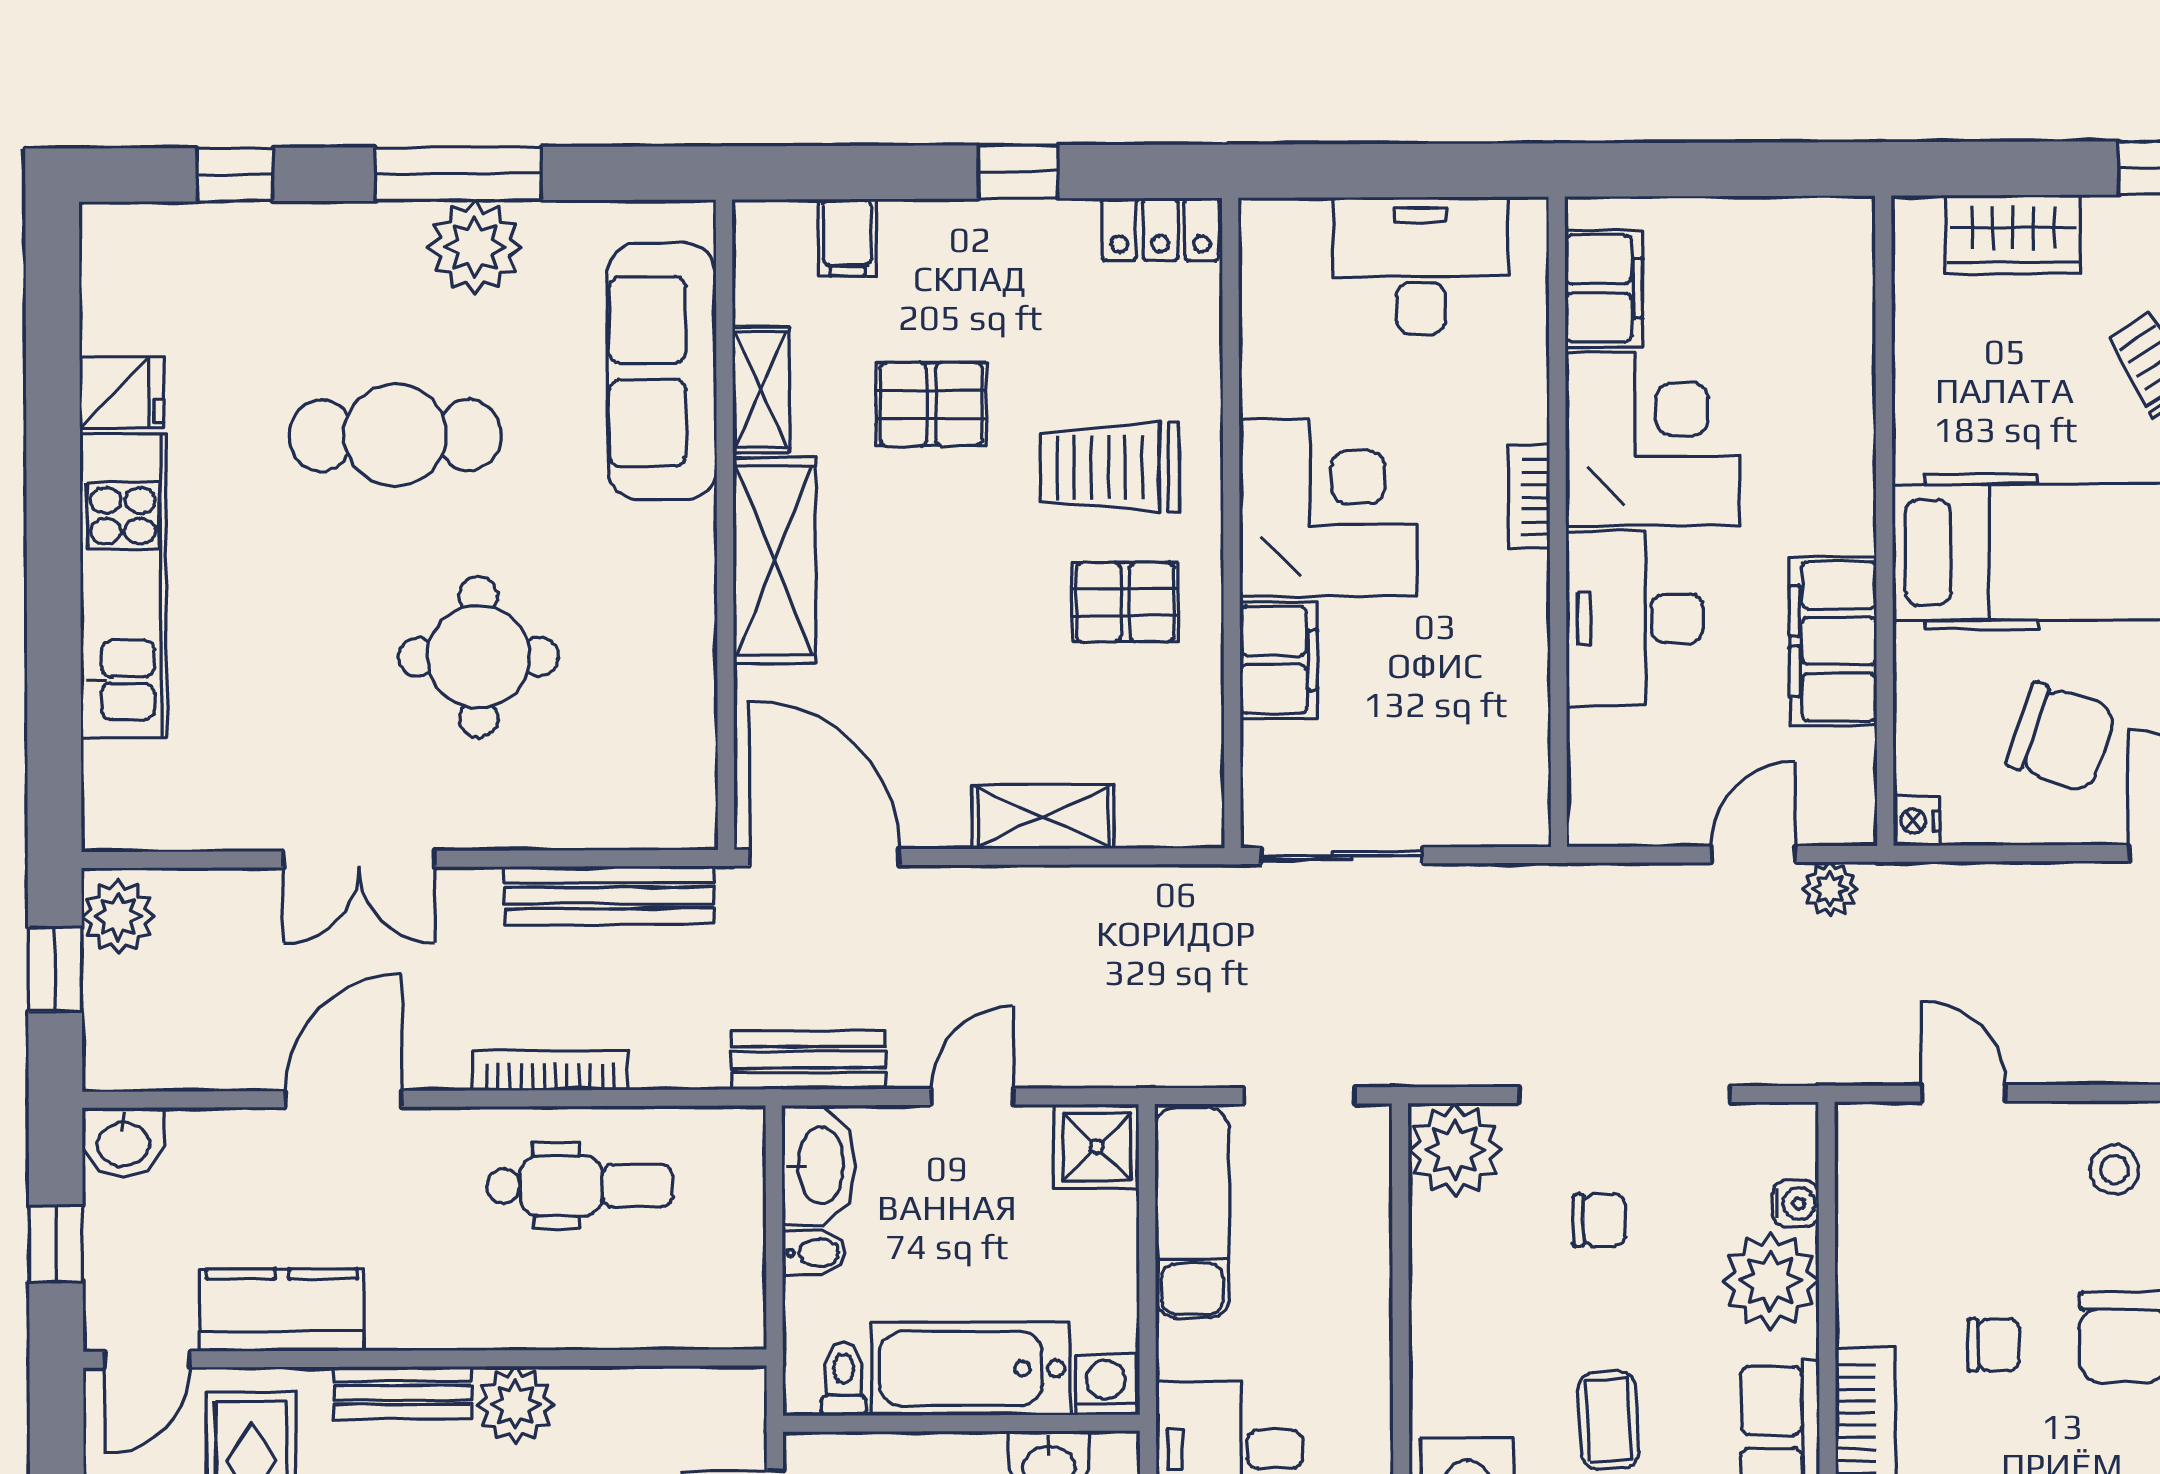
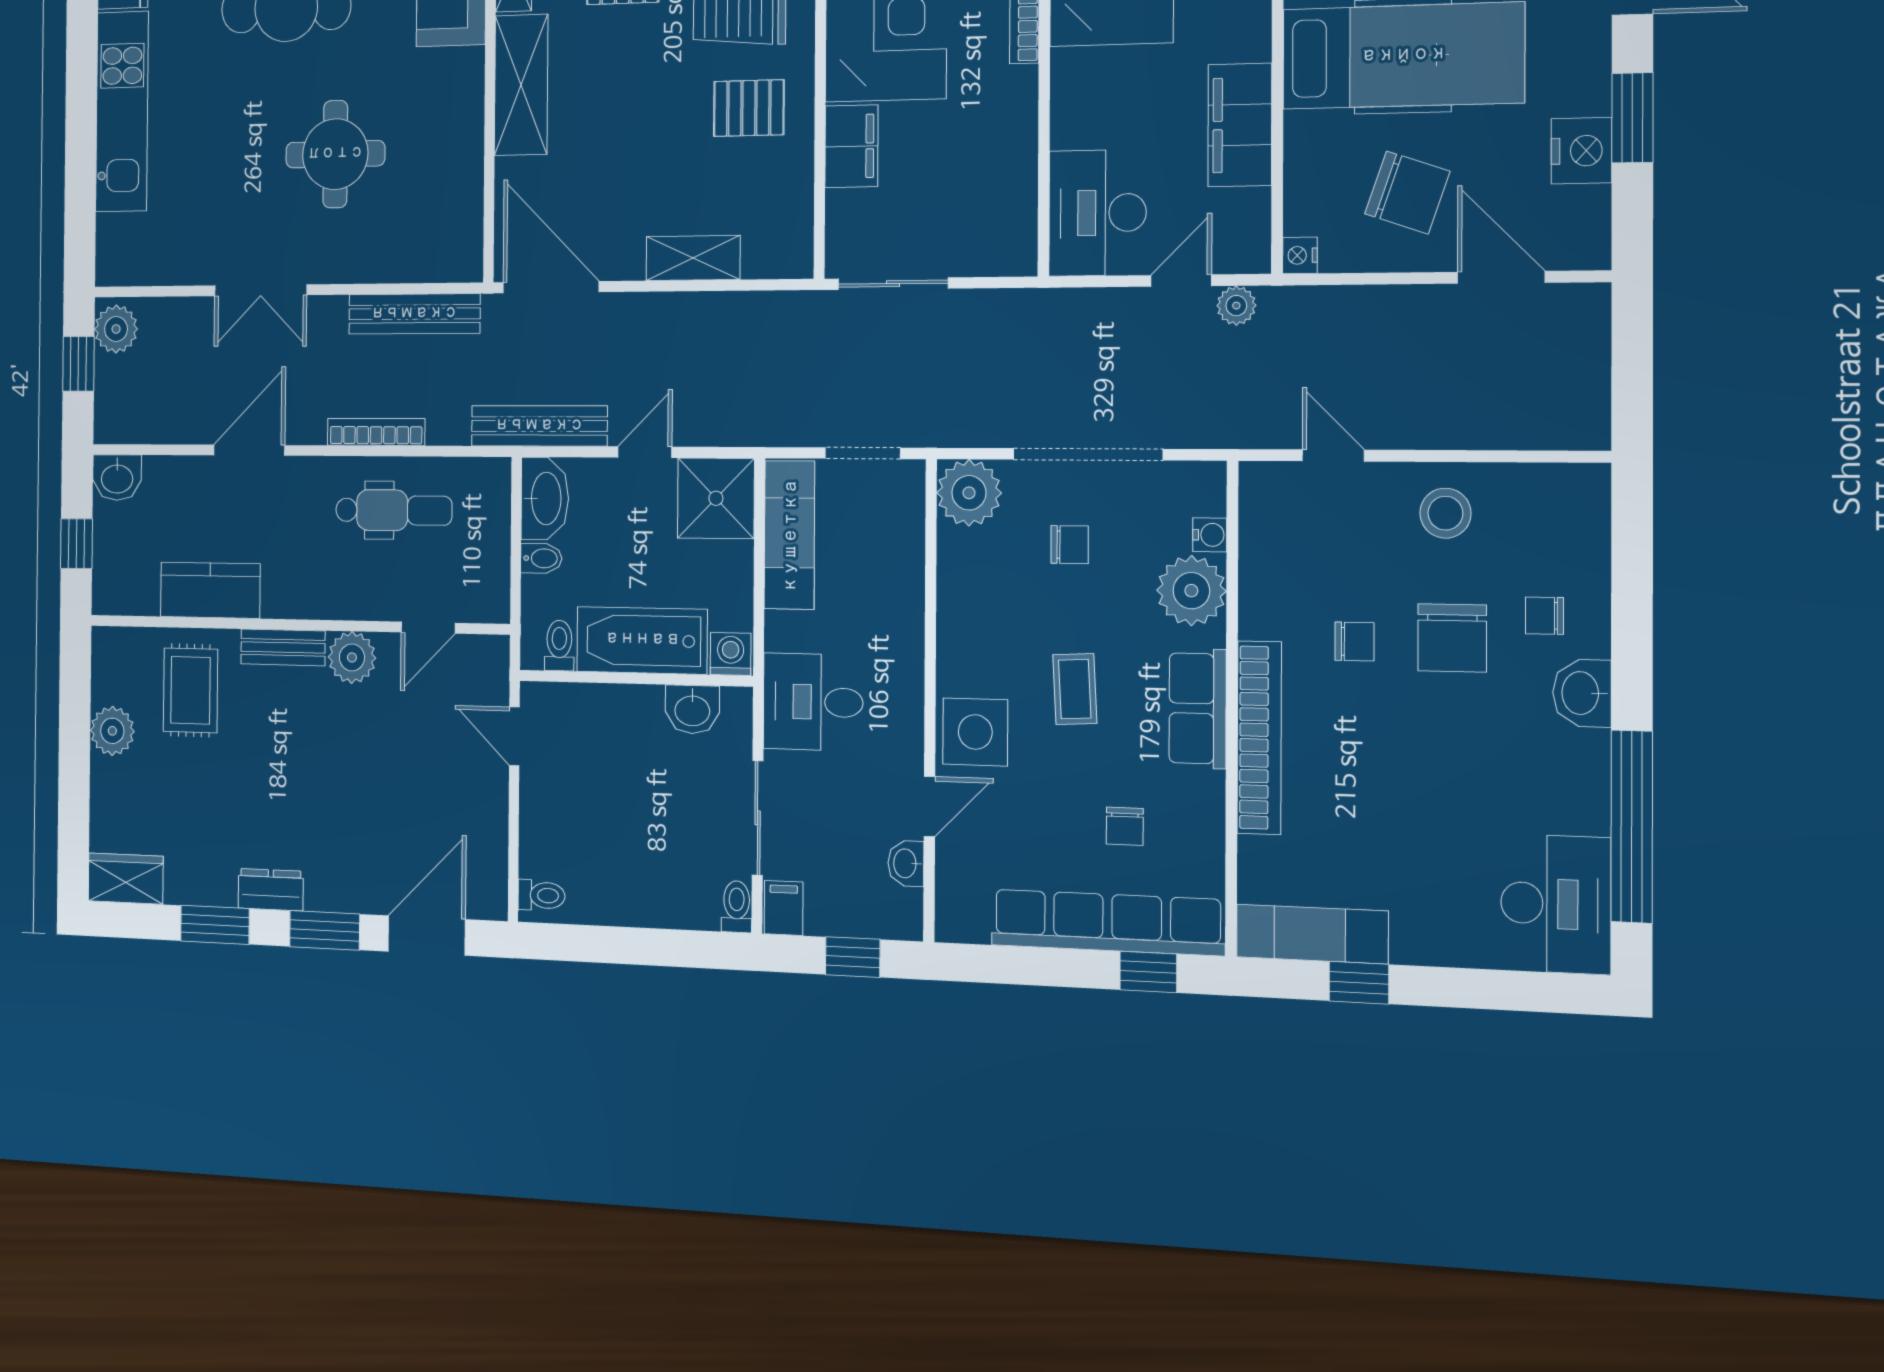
desk: (1635, 618) -> (1097, 213), moved
bench: (809, 1060) -> (539, 426), width x1.36
shower: (1097, 1147) -> (716, 498), width x1.36, depth x1.36
stool: (2115, 1170) -> (1445, 513), width x1.37, depth x1.37
door: (147, 1360) -> (428, 628), moved

